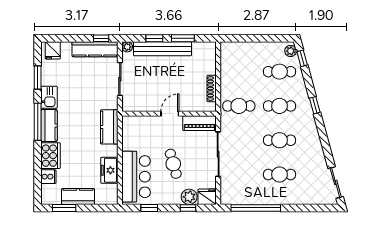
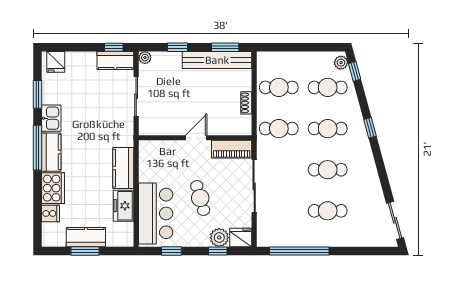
window: (183, 38) -> (225, 47), moved
kitchen counter: (95, 49) -> (115, 60), width x0.67
bench: (162, 49) -> (217, 60), moved
cafe table: (239, 72) -> (279, 87), added
shoe rack: (212, 88) -> (246, 103), width x0.70
kitchen counter: (109, 127) -> (123, 168), moved
window: (64, 208) -> (85, 251), moved

